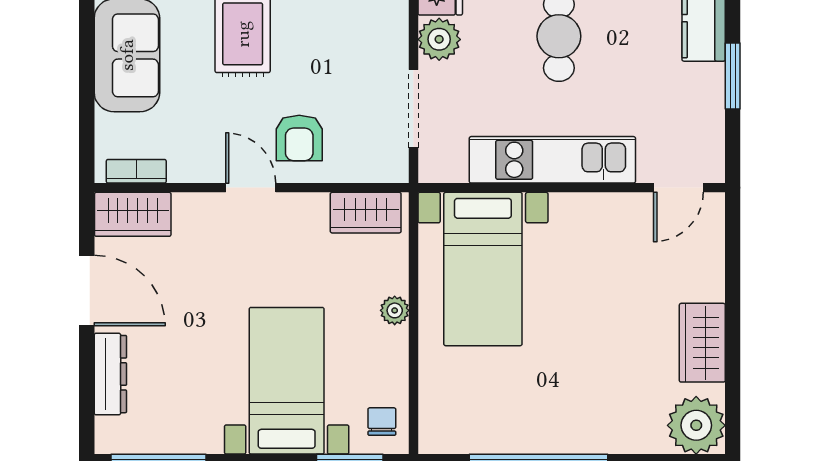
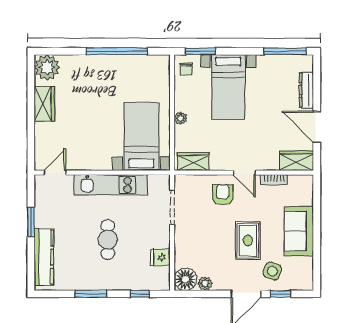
plant: (439, 39) -> (161, 238), removed
bookcase: (136, 171) -> (274, 180), moved

